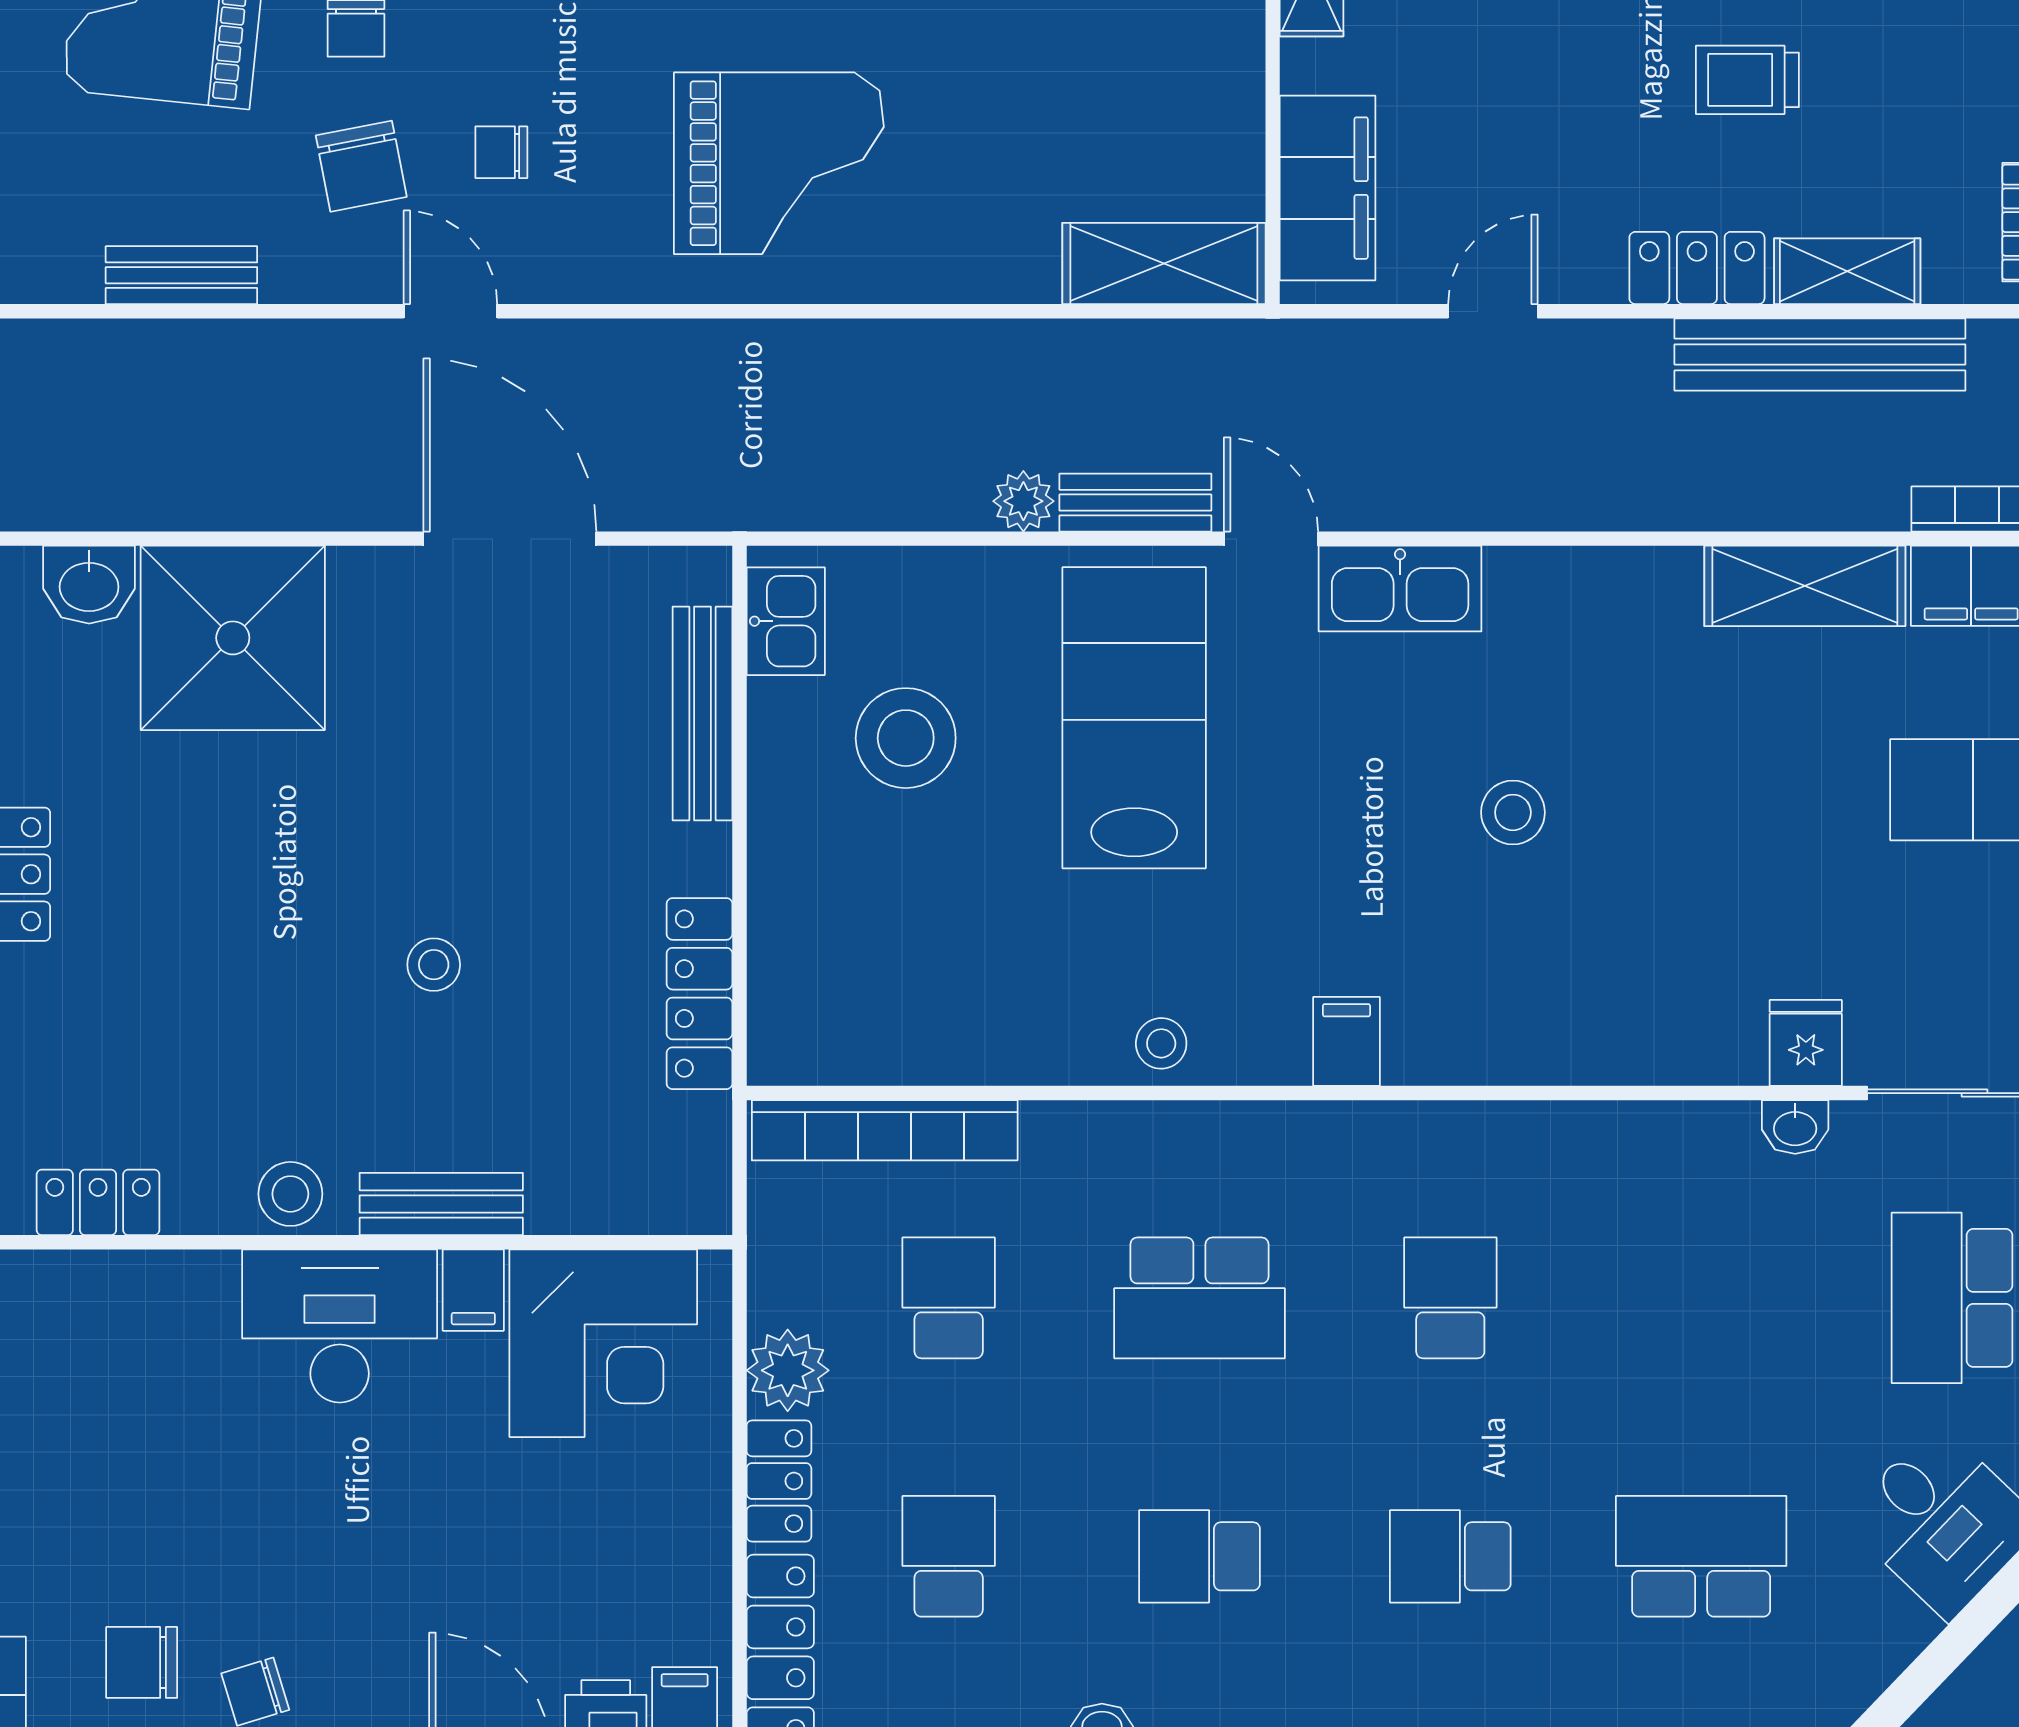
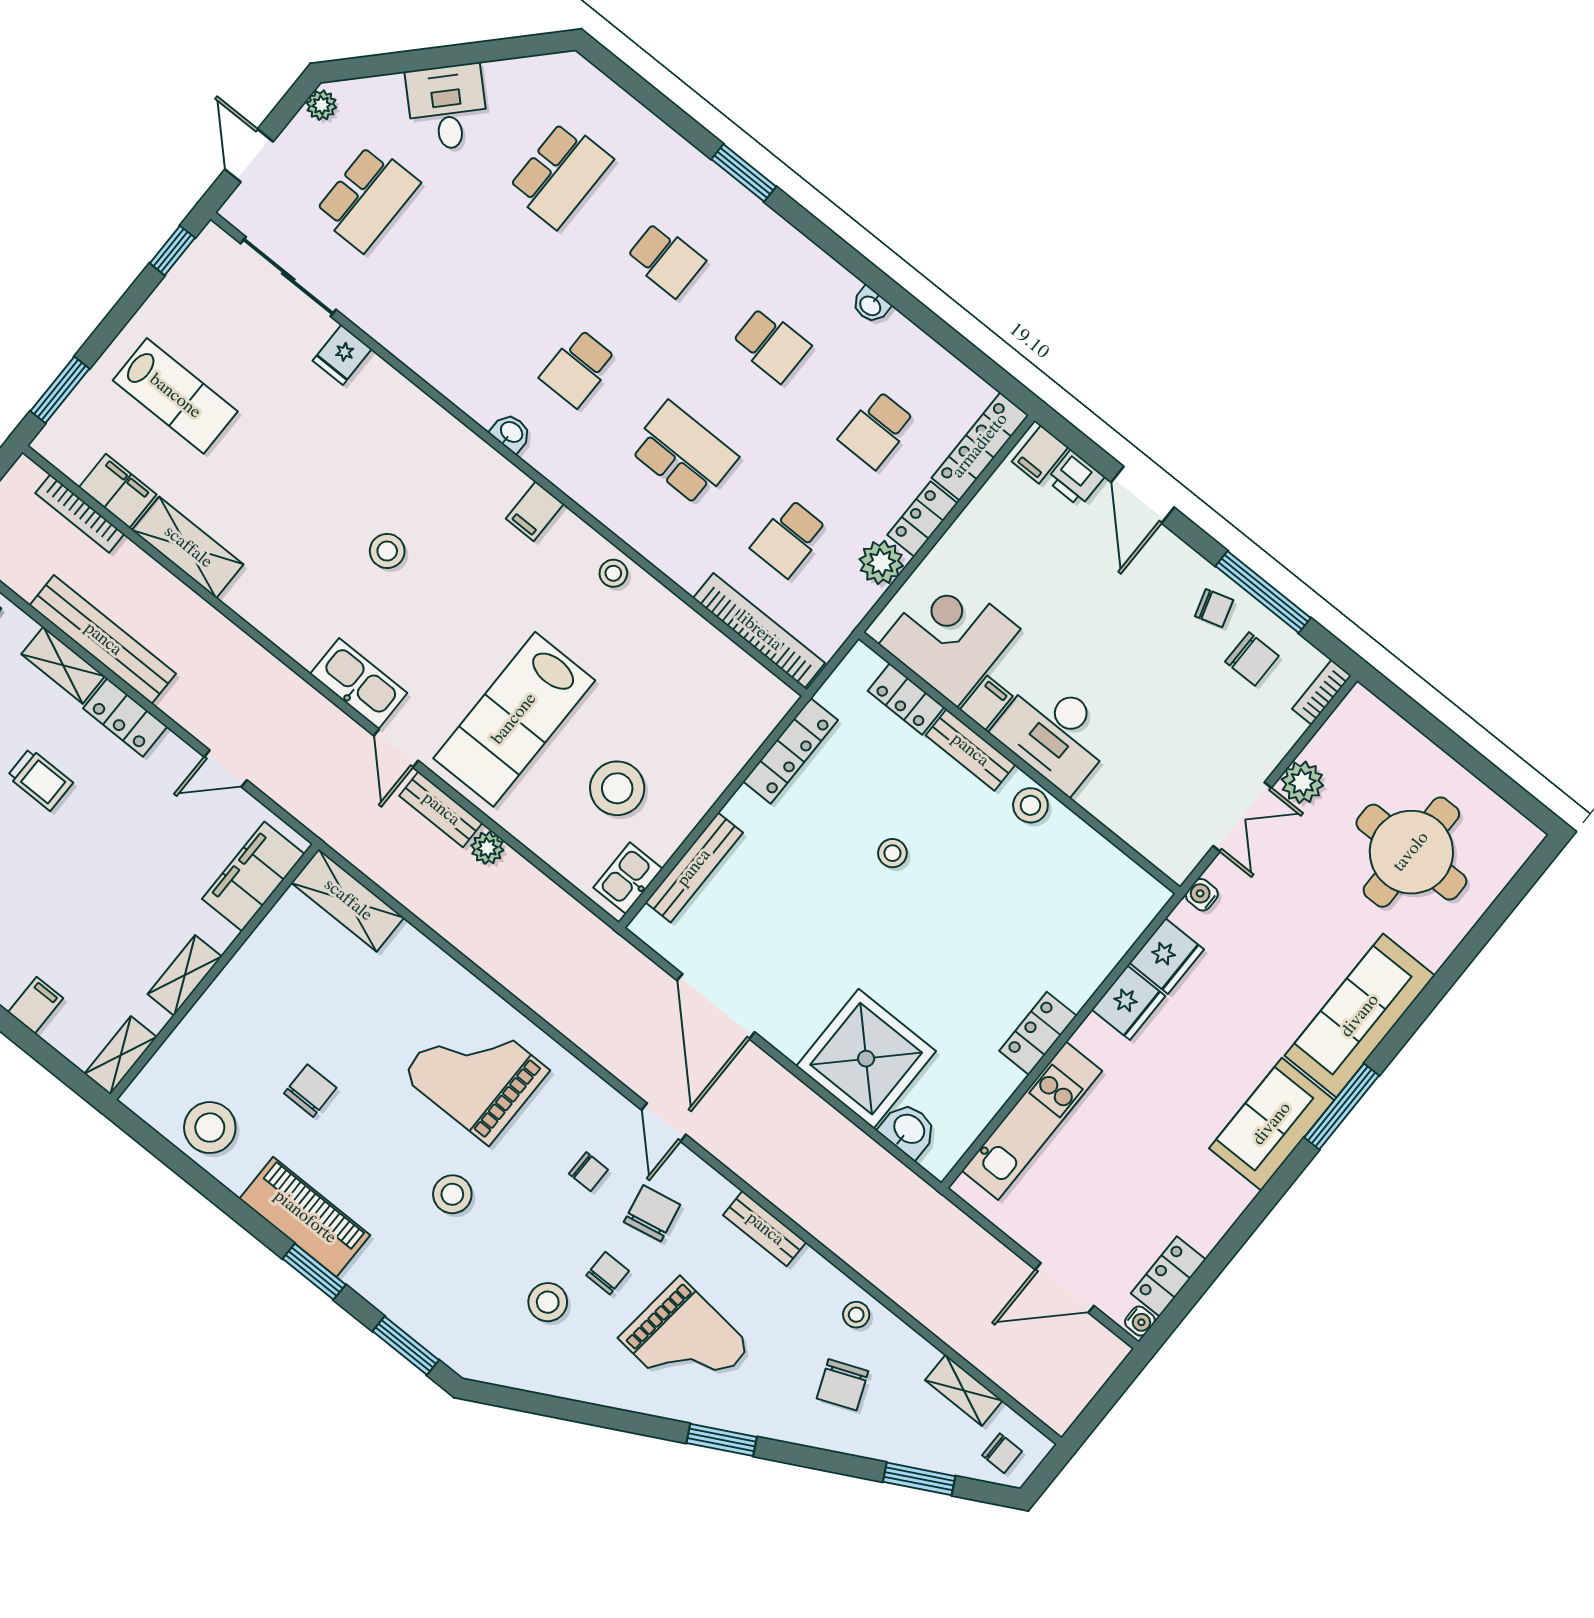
washbasin: (1795, 1127) -> (511, 433), moved
locker: (98, 1202) -> (906, 699), moved
school desk: (1701, 1556) -> (560, 174), turned -90

